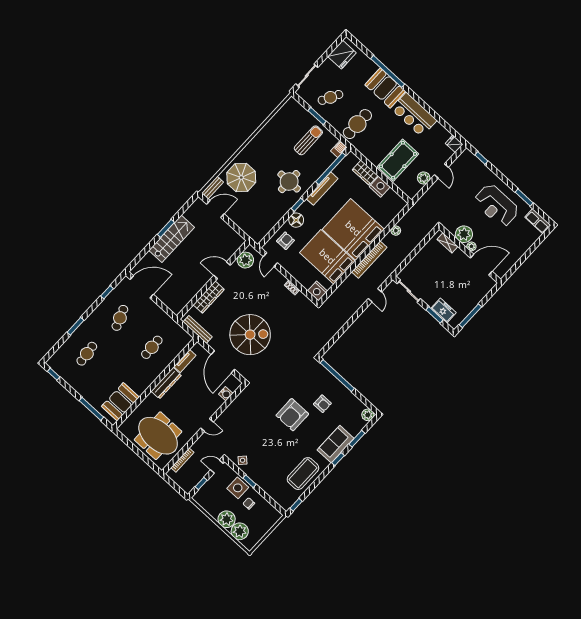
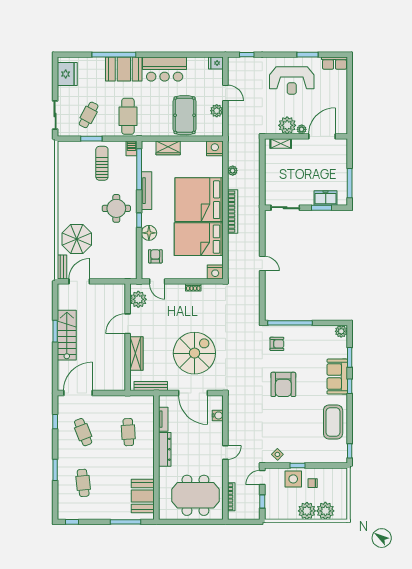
nightstand: (380, 187) -> (215, 148), moved
door: (375, 295) -> (262, 264), moved
armchair: (322, 404) -> (277, 344), moved

